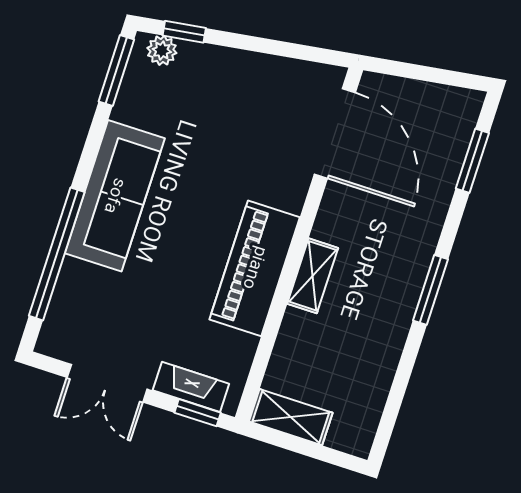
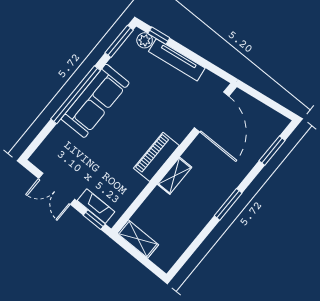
tv unit: (234, 63) -> (177, 60), added
window: (57, 254) -> (76, 95), moved
piano: (255, 268) -> (156, 157), width x0.73, depth x0.75

